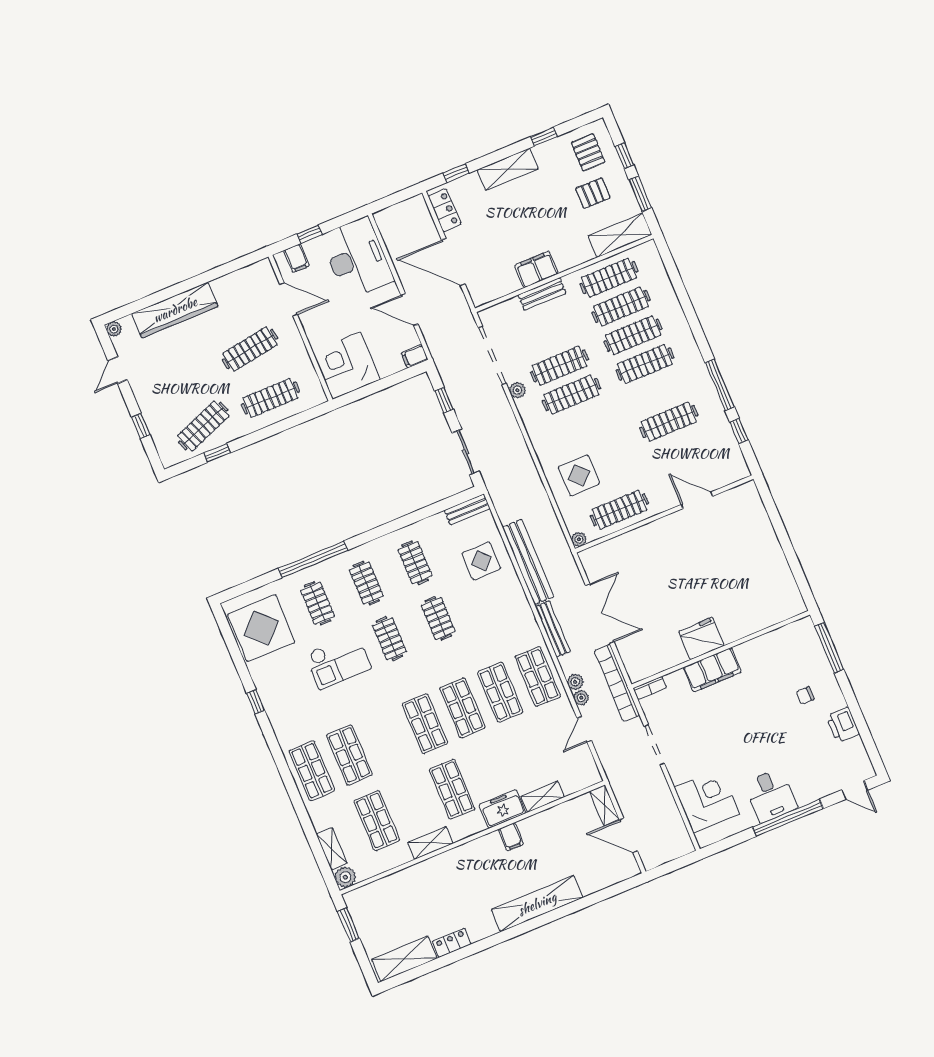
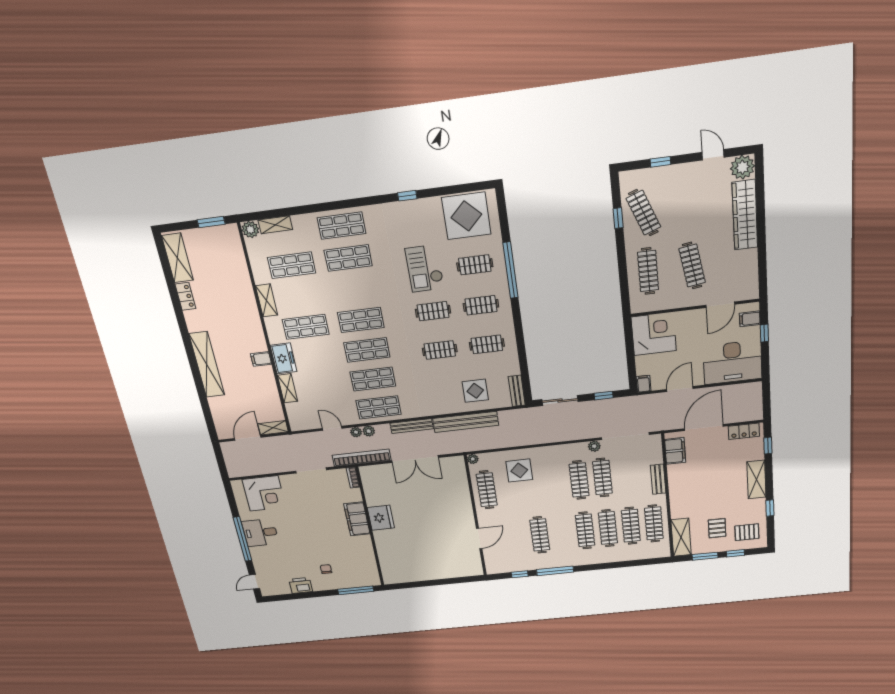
filing cabinet: (536, 269) -> (675, 451), moved
plant: (114, 329) -> (742, 167), width x1.87, depth x1.87

